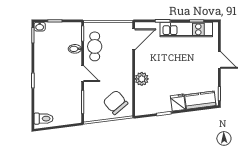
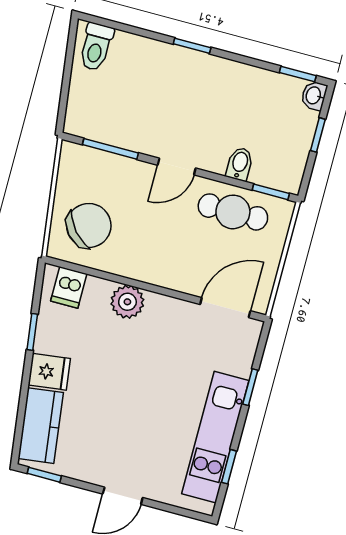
door: (134, 39) -> (225, 308), swing flipped
dishwasher: (142, 104) -> (69, 287), added

